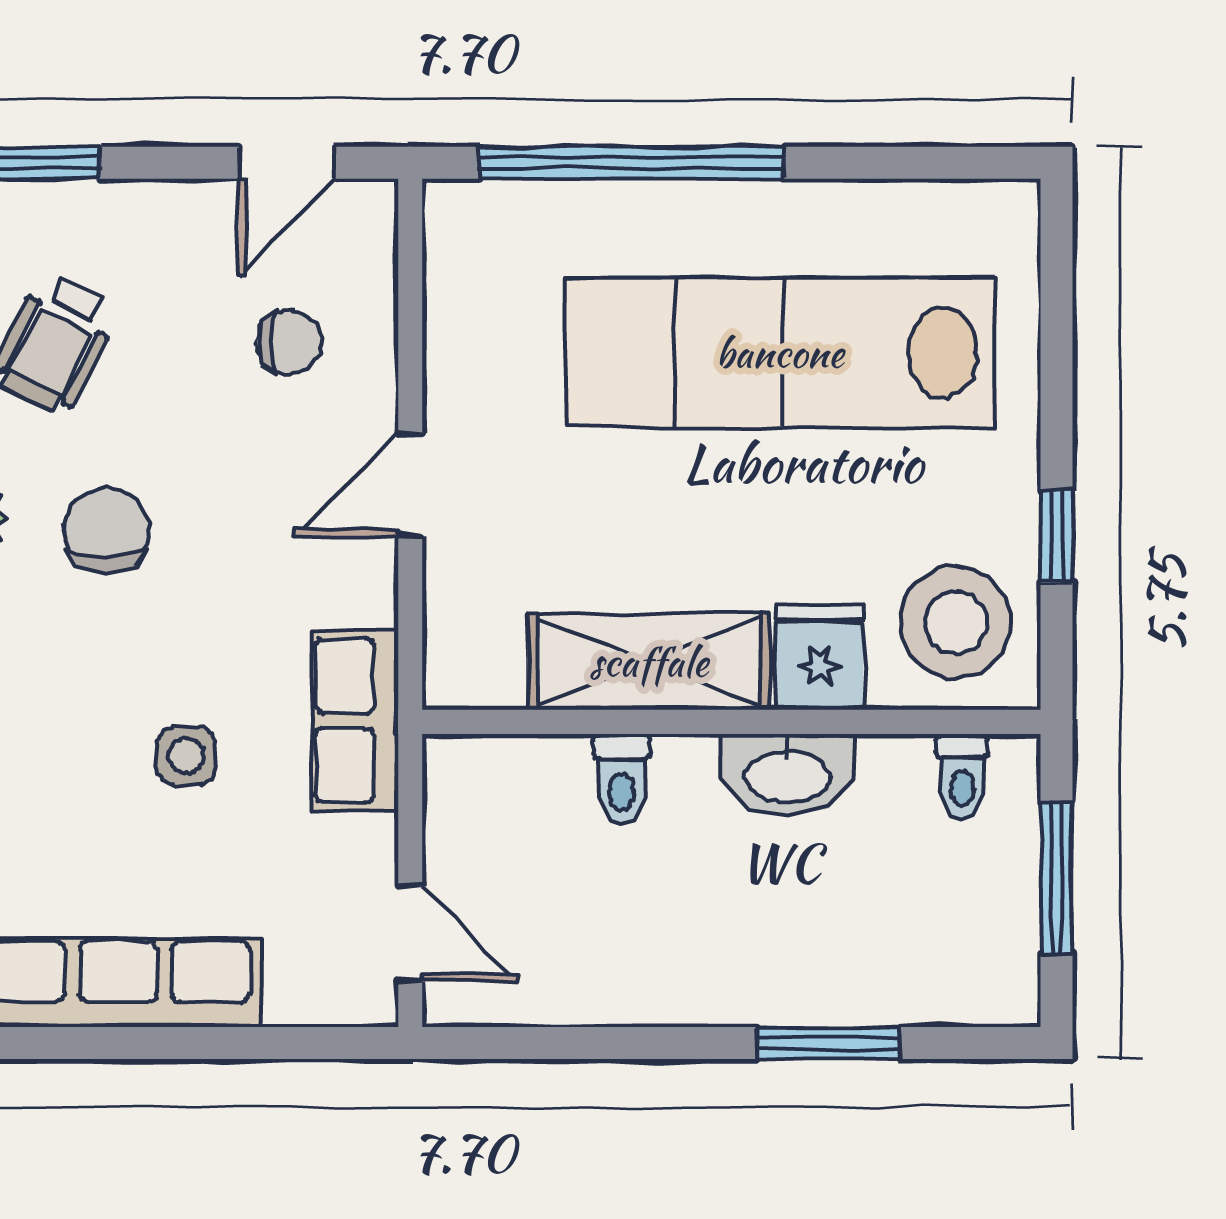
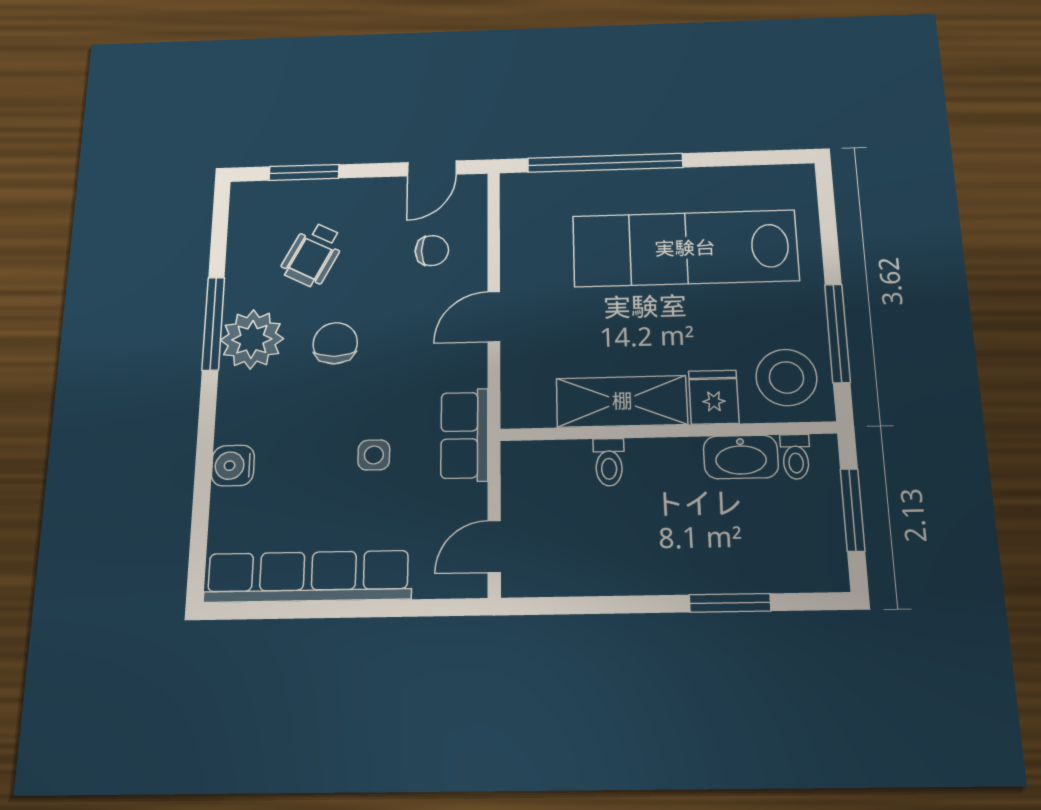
window: (1056, 537) -> (837, 333), width x2.17
washbasin: (788, 775) -> (741, 457), moved
door: (410, 933) -> (494, 547), swing flipped

